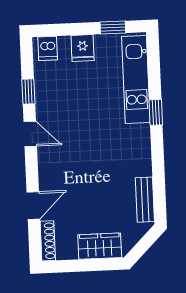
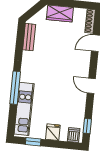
window: (28, 92) -> (87, 126), moved
window: (156, 112) -> (15, 88), width x2.17

